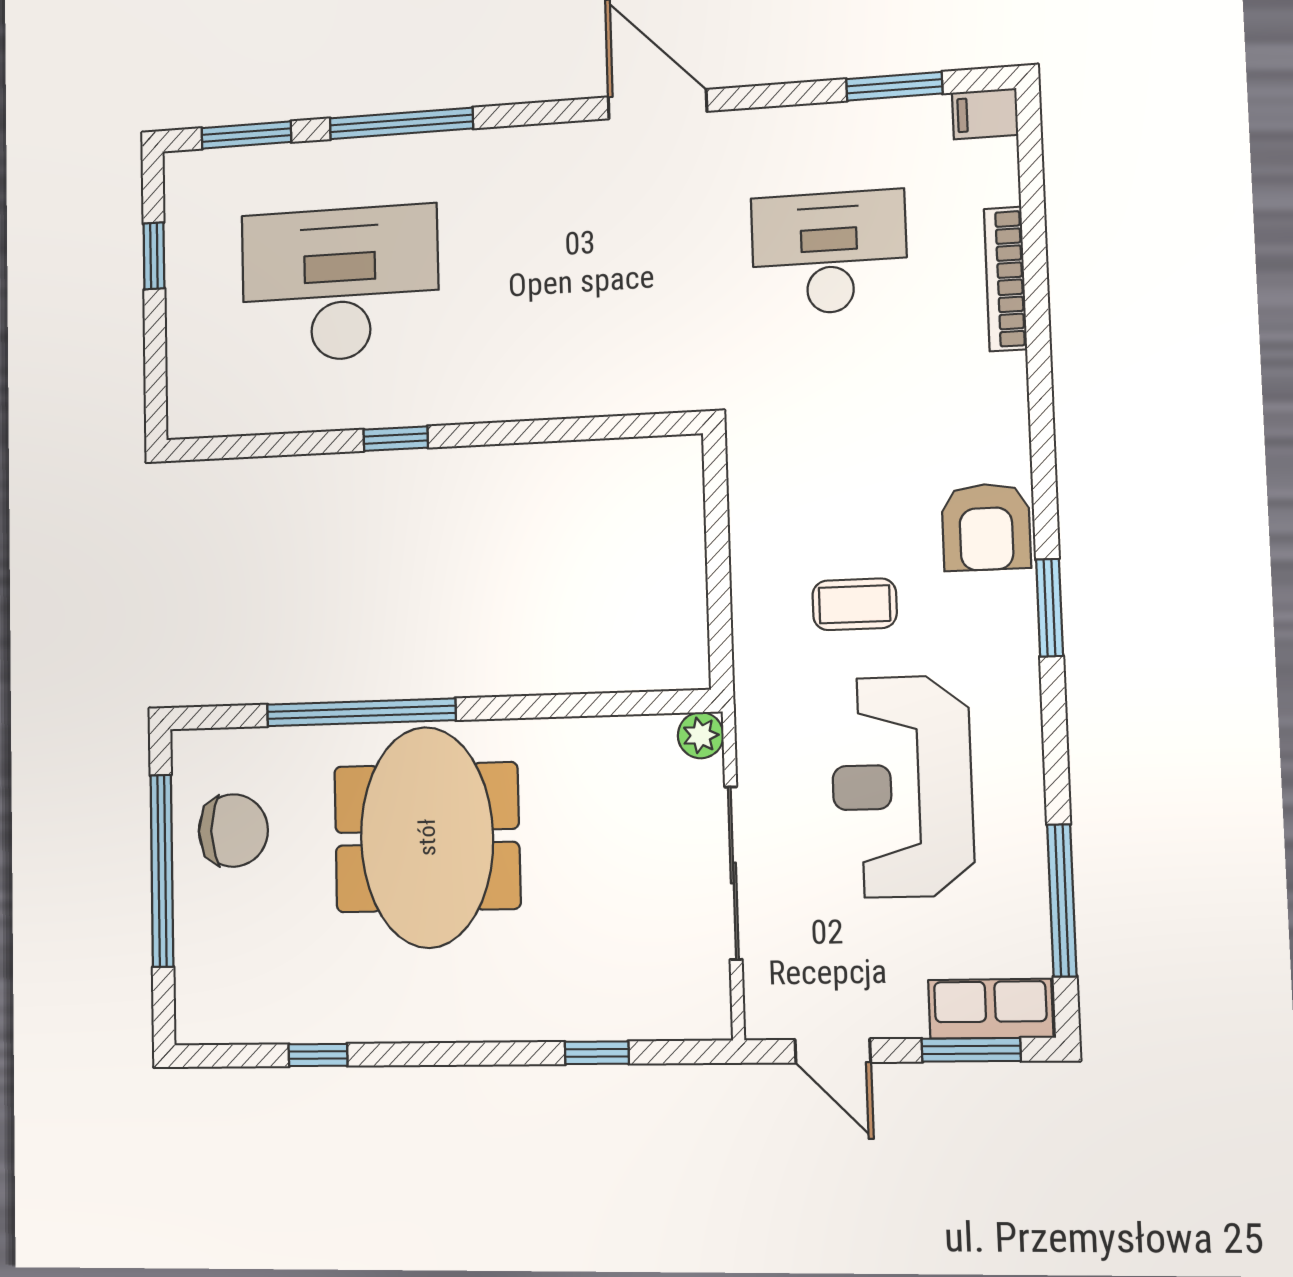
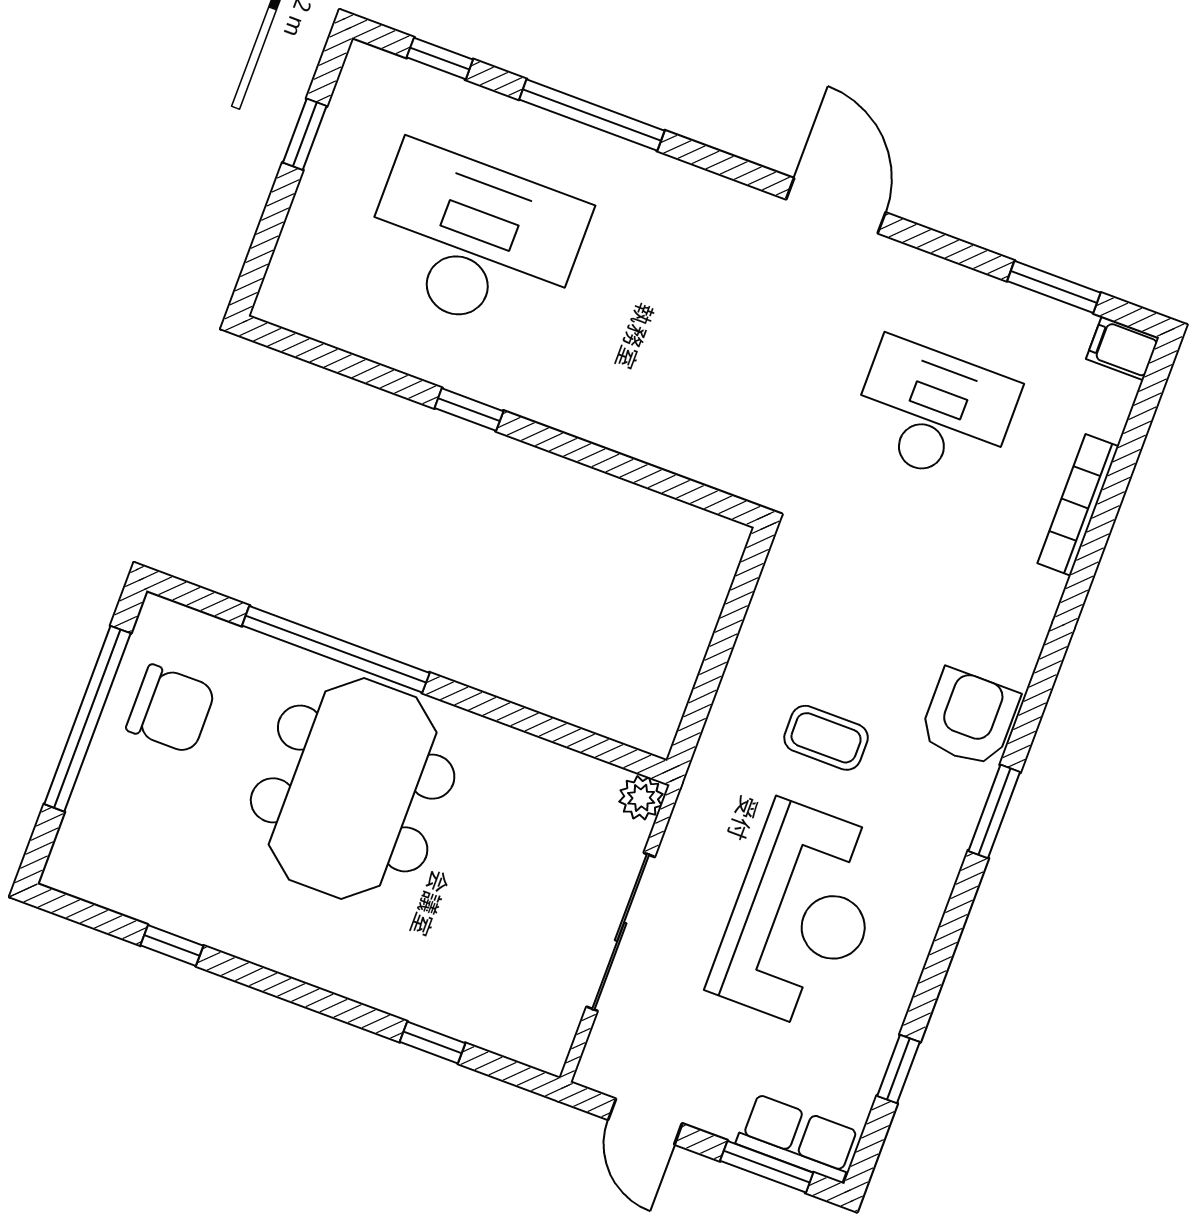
window: (246, 135) -> (440, 58), width x0.67
armchair: (986, 527) -> (969, 718), turned 180
reception desk: (902, 787) -> (801, 916), turned 180
window: (1062, 900) -> (898, 1069), width x0.46

